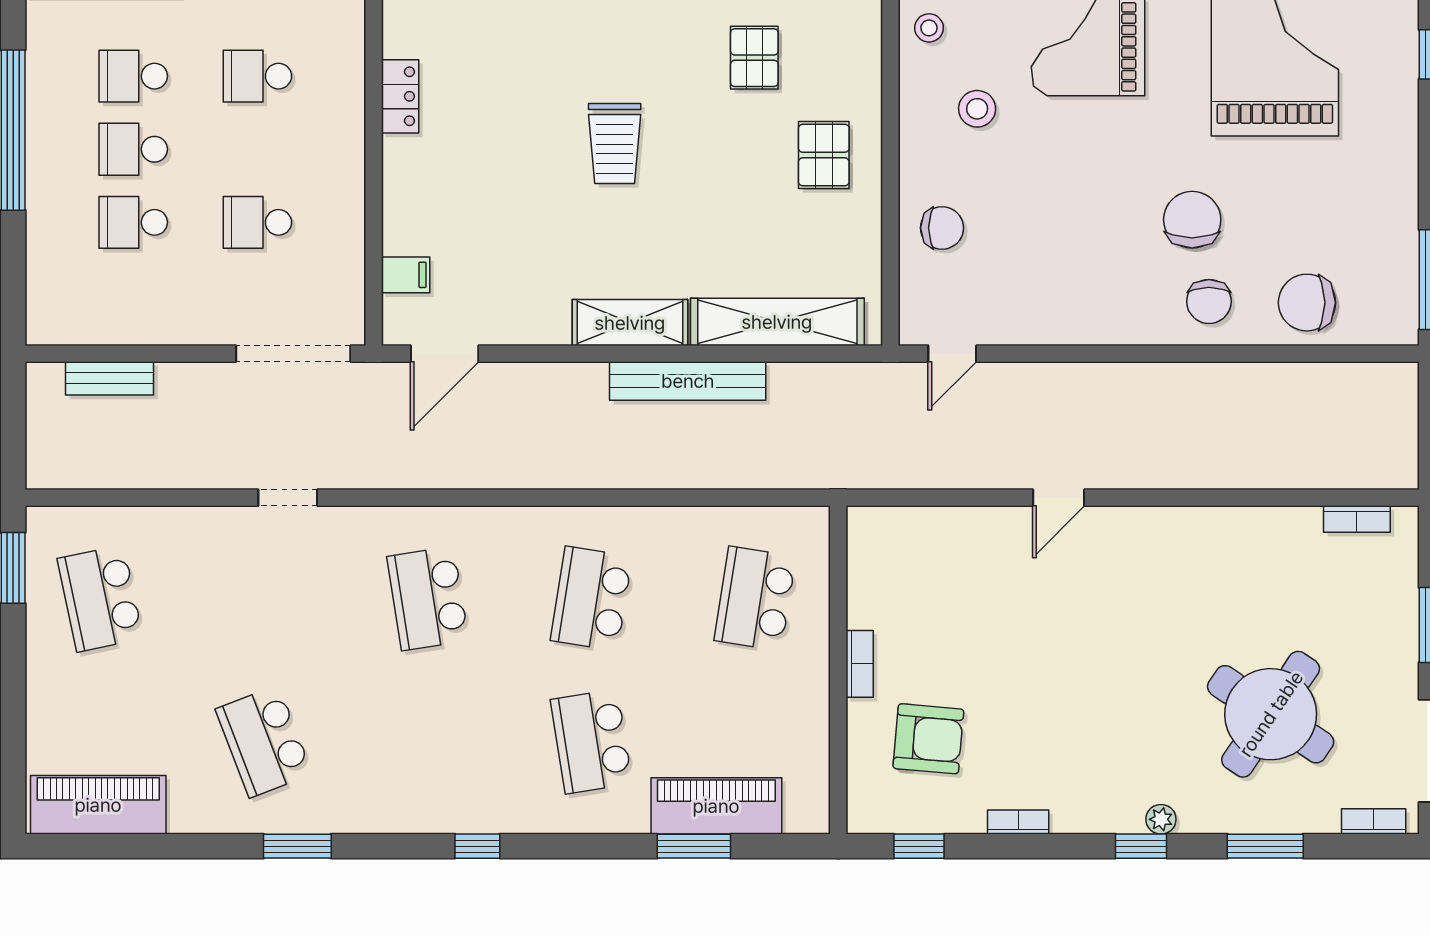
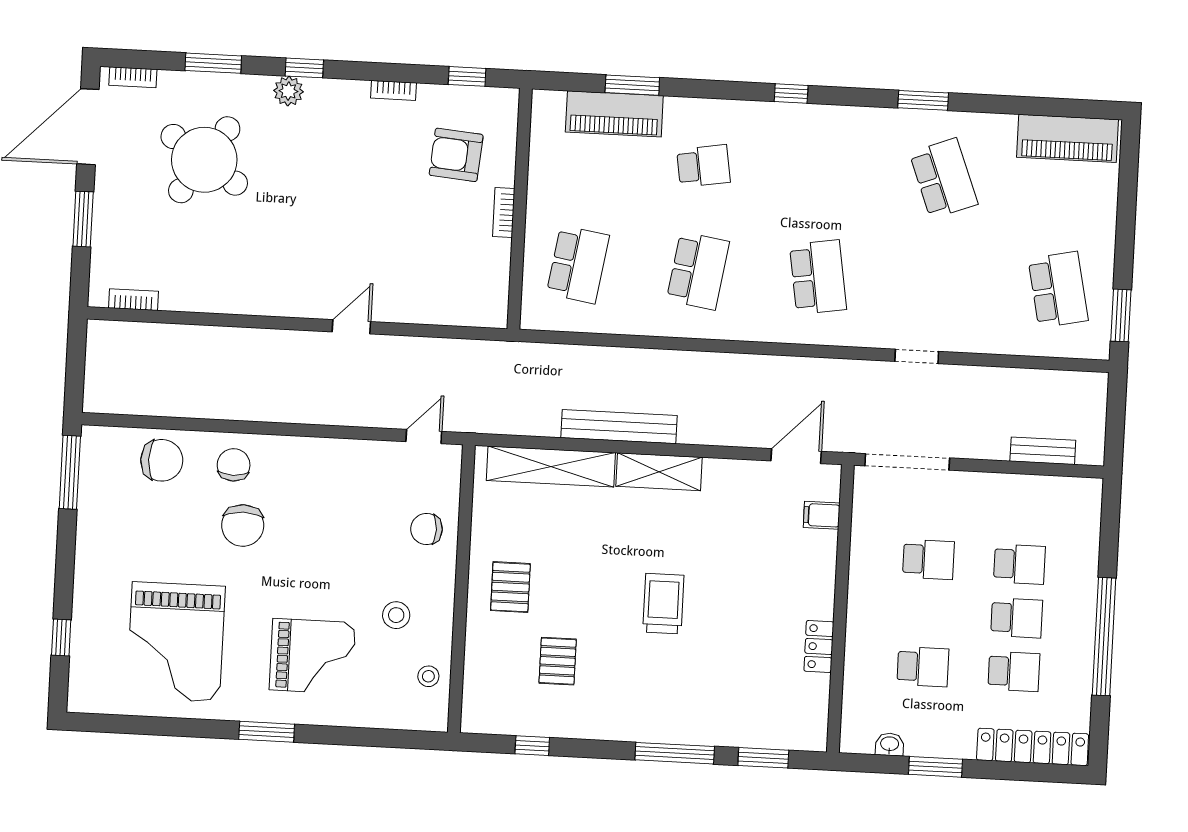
school desk: (591, 742) -> (703, 166), width x0.54
plant: (1161, 819) -> (288, 91), width x1.38, depth x1.38

